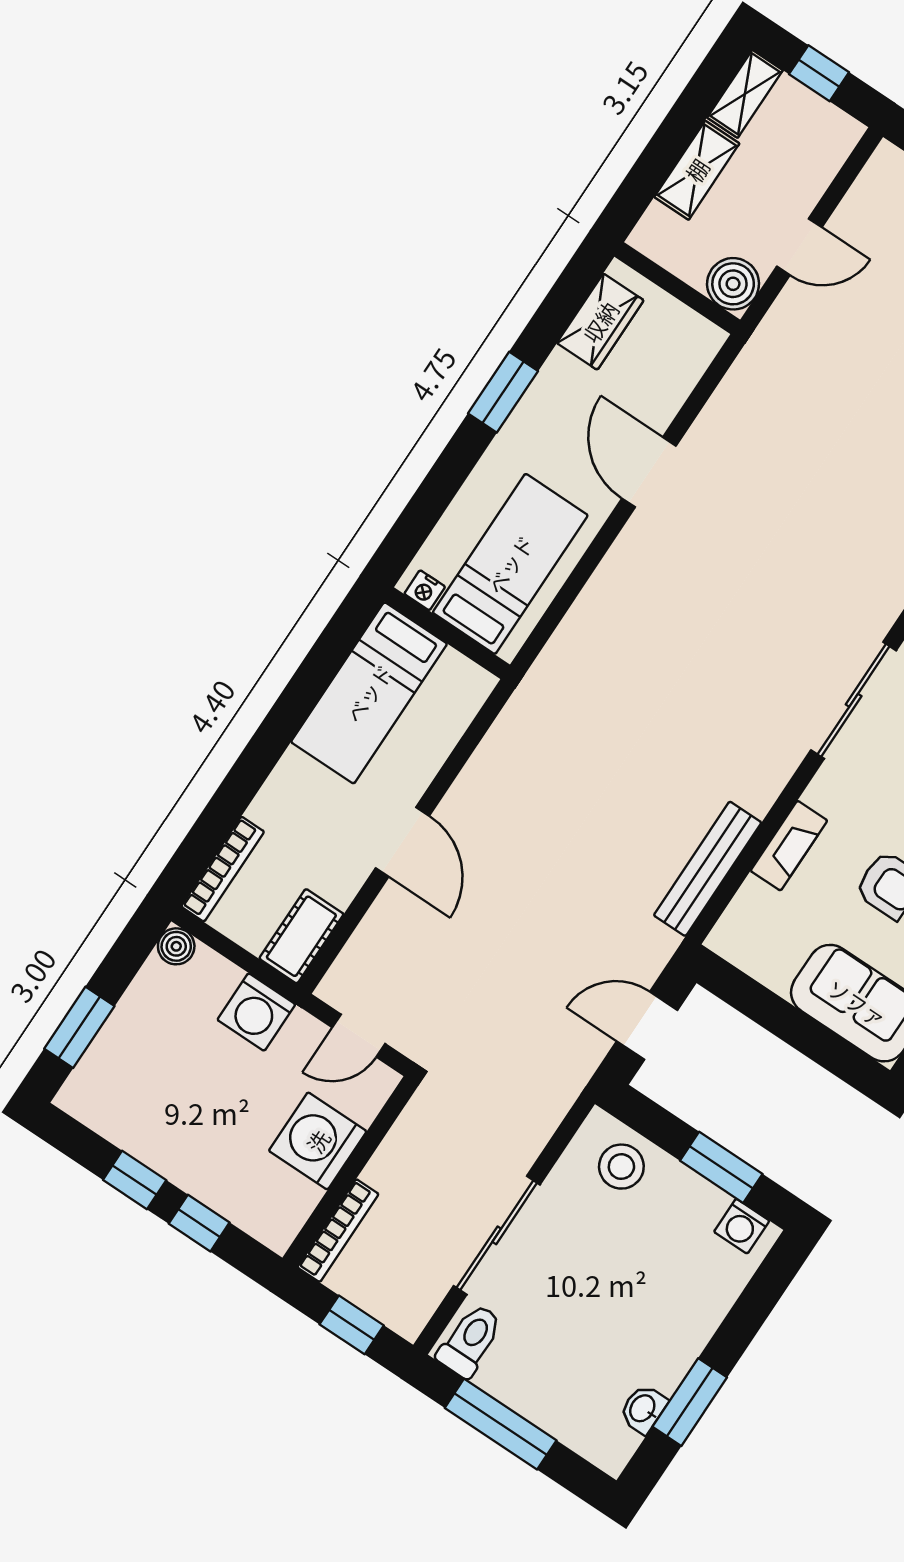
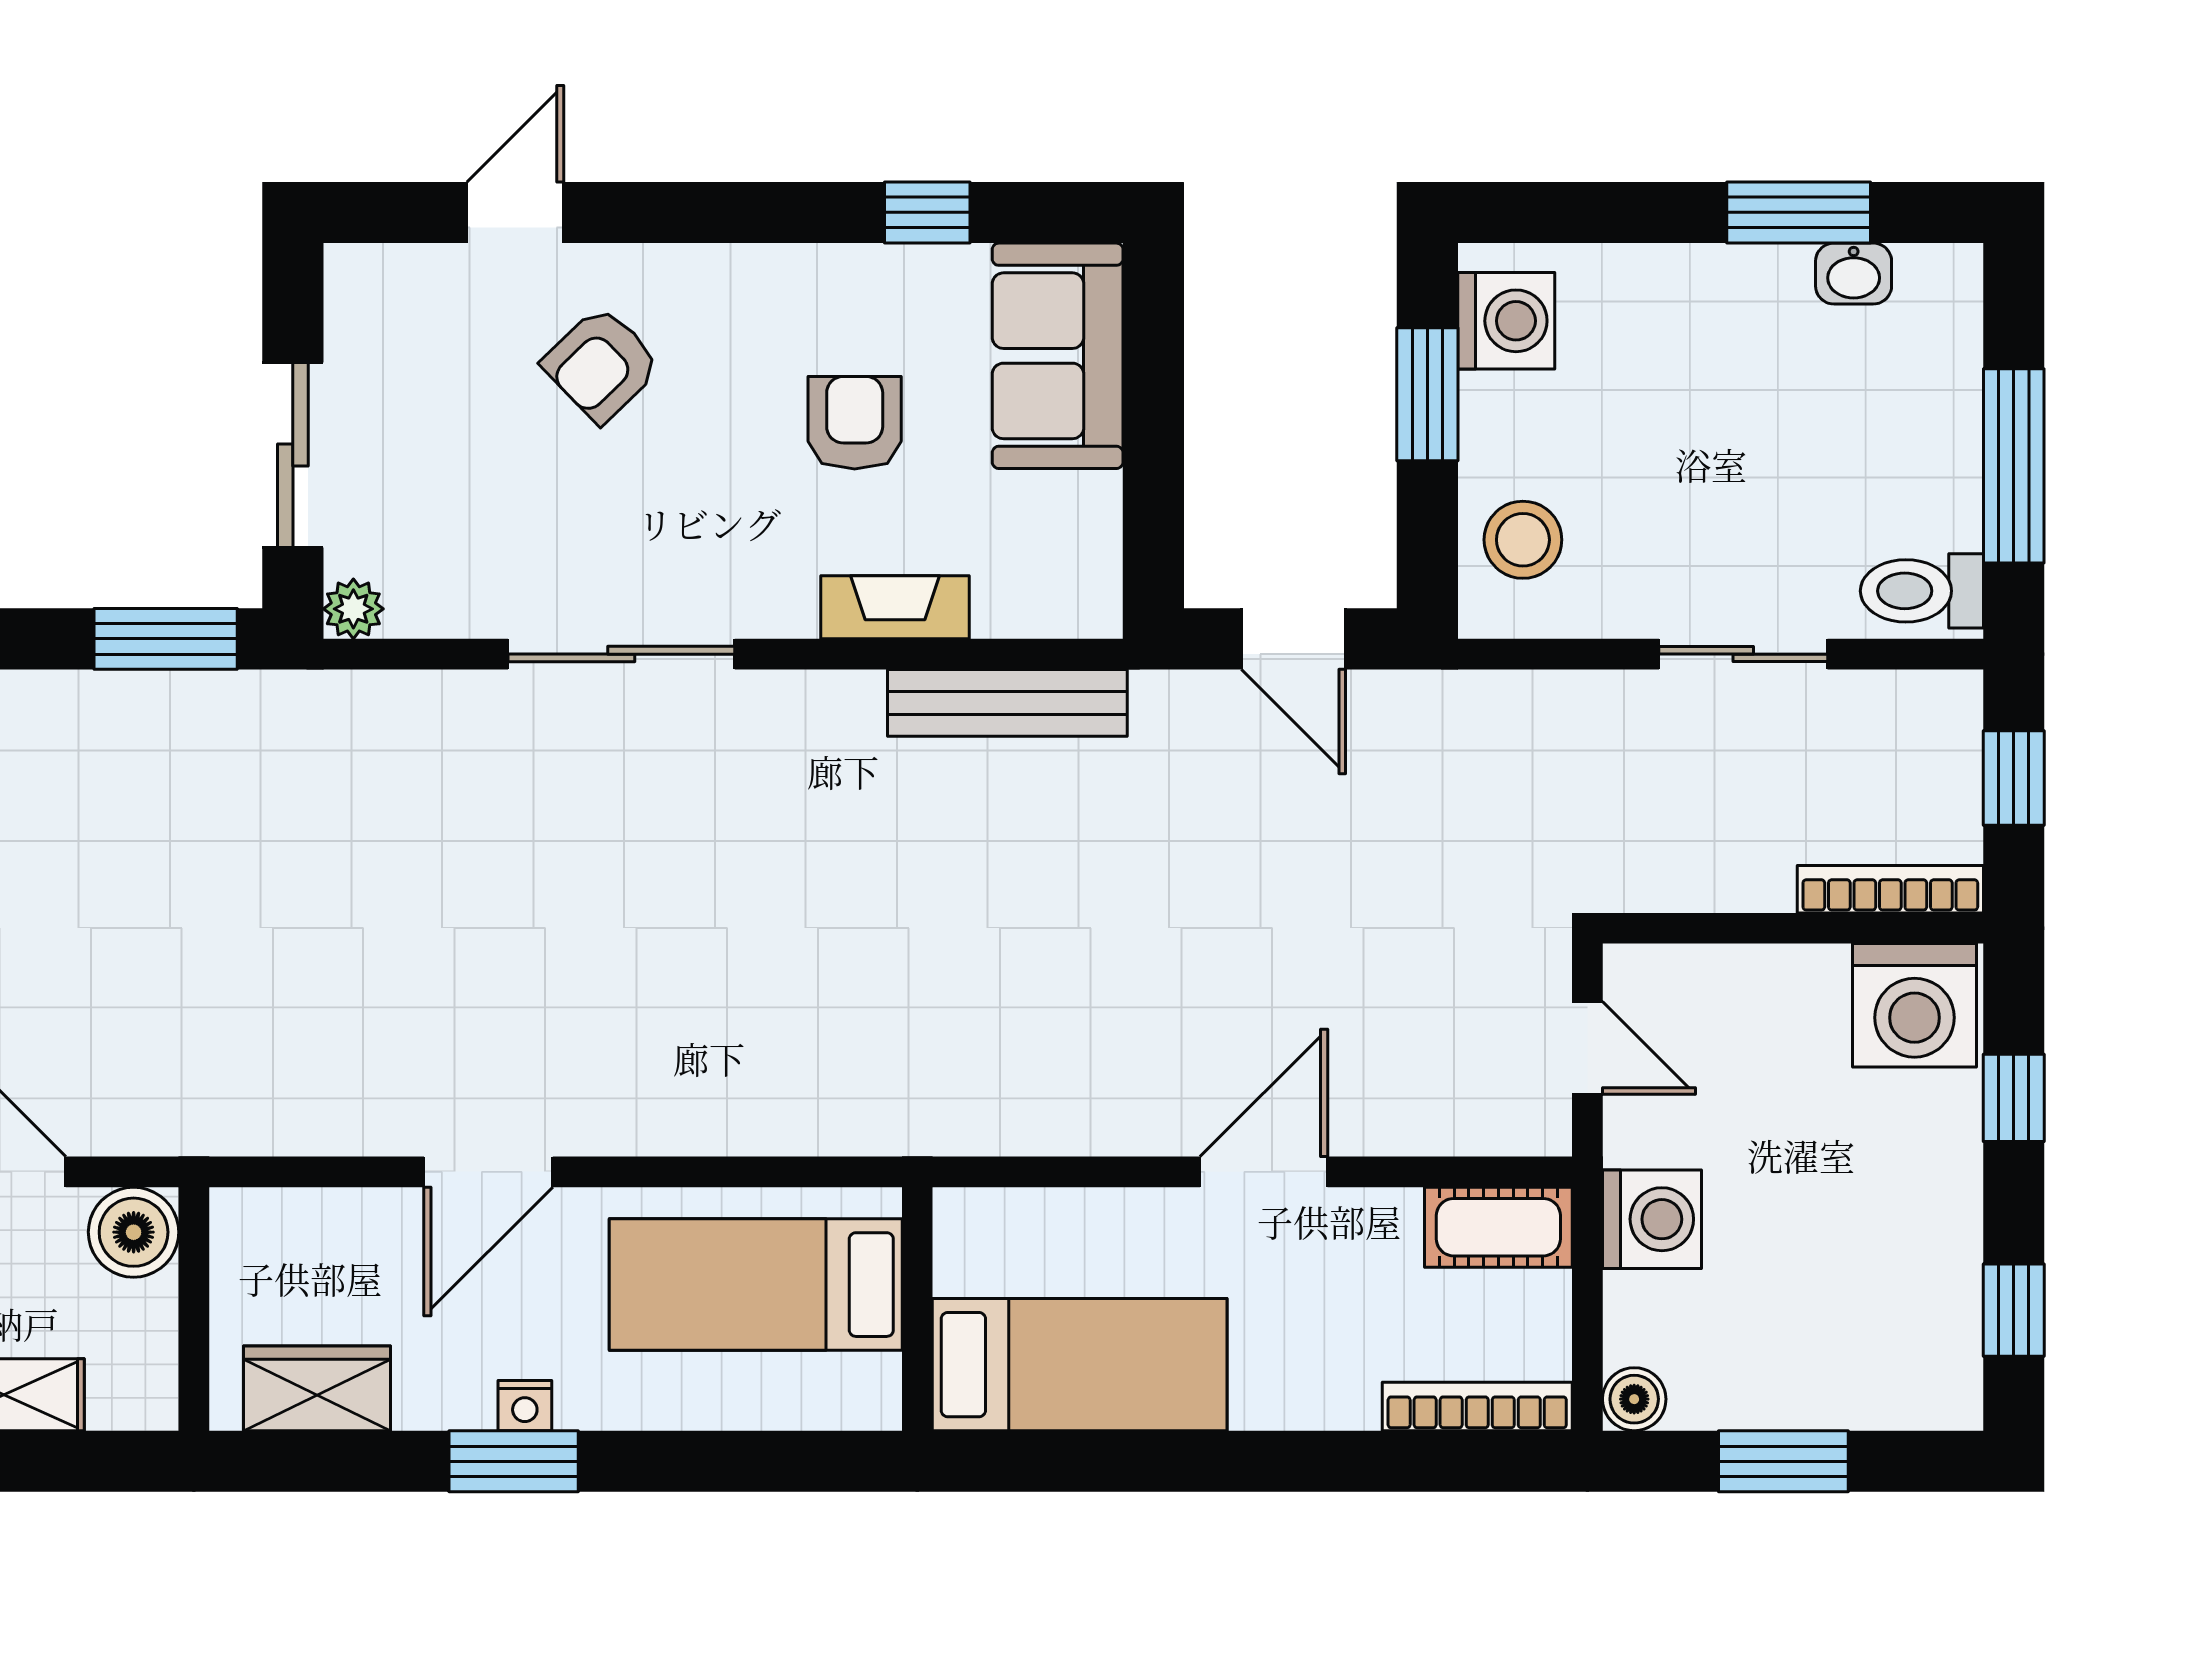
nightstand: (425, 590) -> (525, 1406), moved, turned 90
window: (79, 1027) -> (1783, 1461), moved
washing machine: (318, 1141) -> (1914, 1005), moved
window: (135, 1180) -> (2014, 1310), moved
washing machine: (742, 1226) -> (1506, 321), width x1.38, depth x1.38
sliding door: (497, 1235) -> (1743, 654), width x0.73

